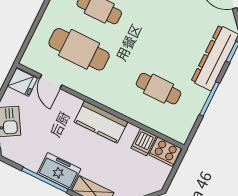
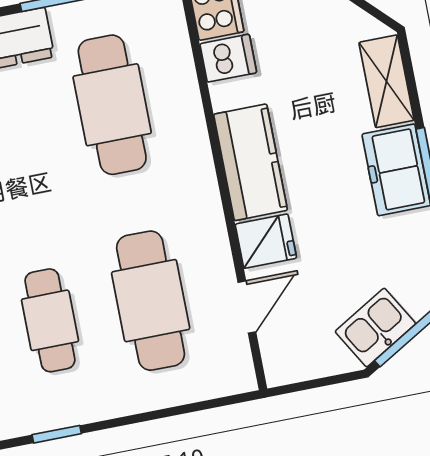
fridge: (22, 82) -> (266, 241), moved, turned 90
cafe table: (159, 89) -> (112, 105), width x1.37, depth x1.35

